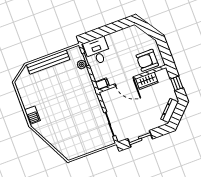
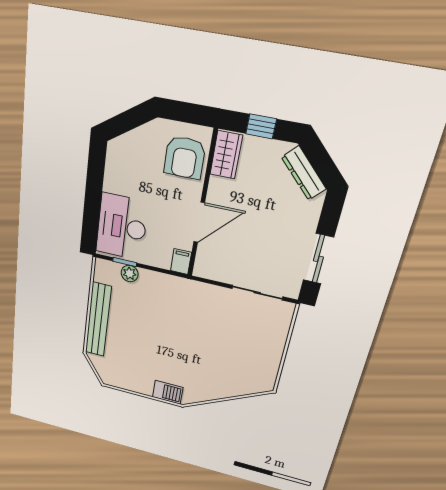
desk: (97, 51) -> (122, 227), width x1.37
wardrobe: (147, 81) -> (226, 155), moved

